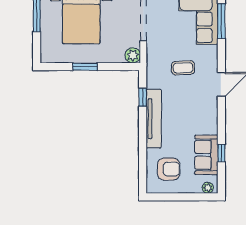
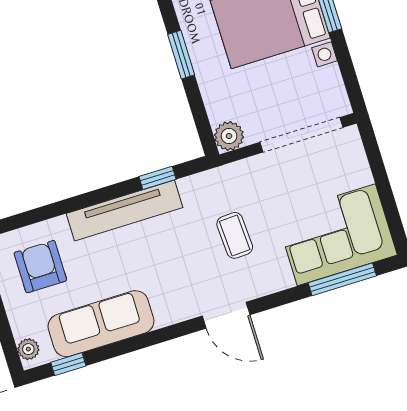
window: (221, 153) -> (68, 364), moved
sofa: (206, 155) -> (101, 324), width x1.36
armchair: (169, 169) -> (40, 267), turned 180

